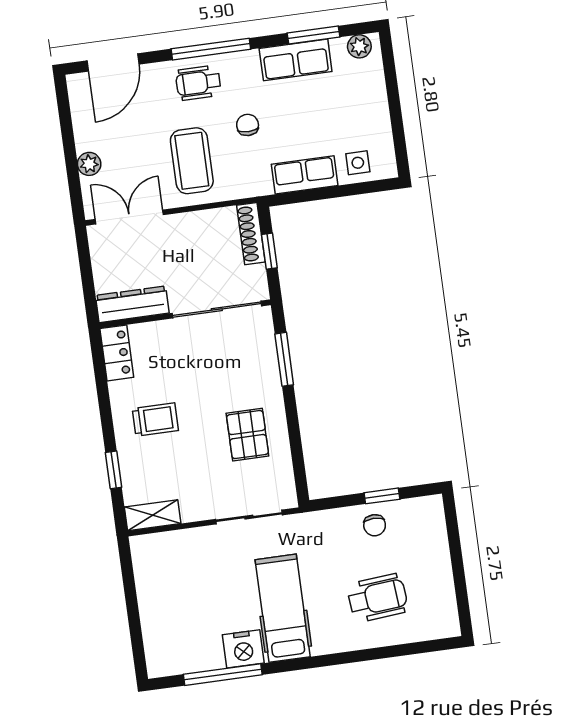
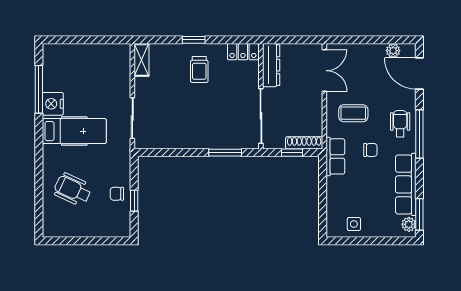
window: (313, 35) -> (419, 214), moved
row of seats: (296, 60) -> (406, 184), width x1.48
coffee table: (192, 161) -> (353, 113), width x0.73, depth x0.77
side table: (358, 163) -> (354, 224), moved
plant: (89, 164) -> (393, 51), moved
row of seats: (305, 175) -> (335, 156), moved
pallet: (247, 435) -> (183, 124), removed
window: (113, 470) -> (194, 40), moved
wheelchair: (378, 598) -> (73, 190), turned 120

